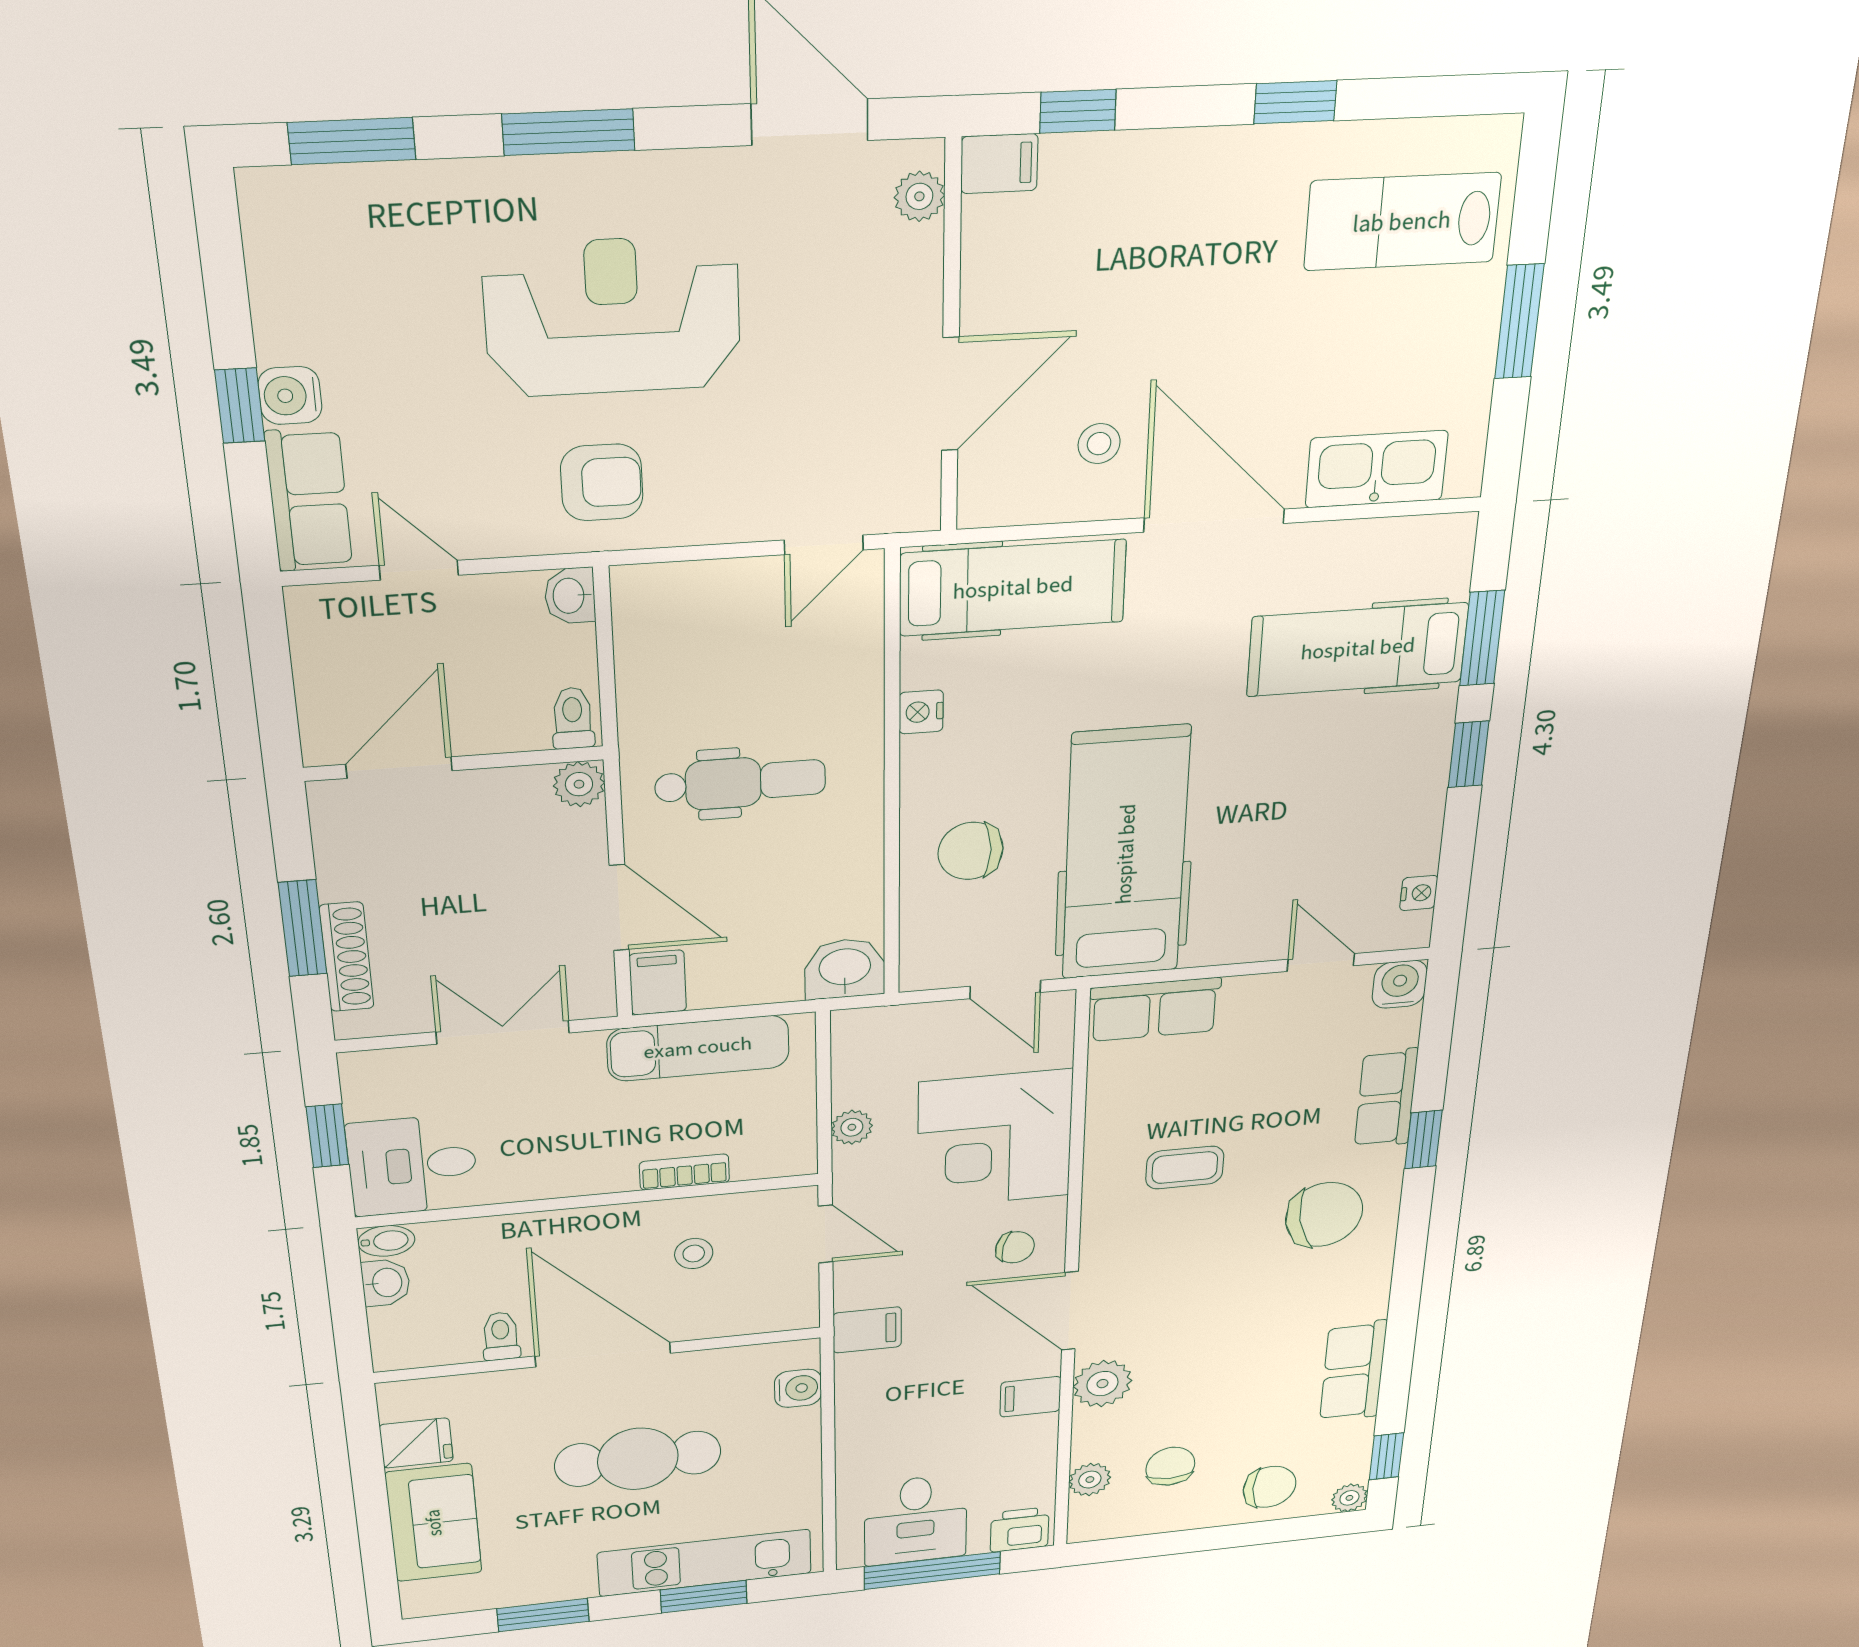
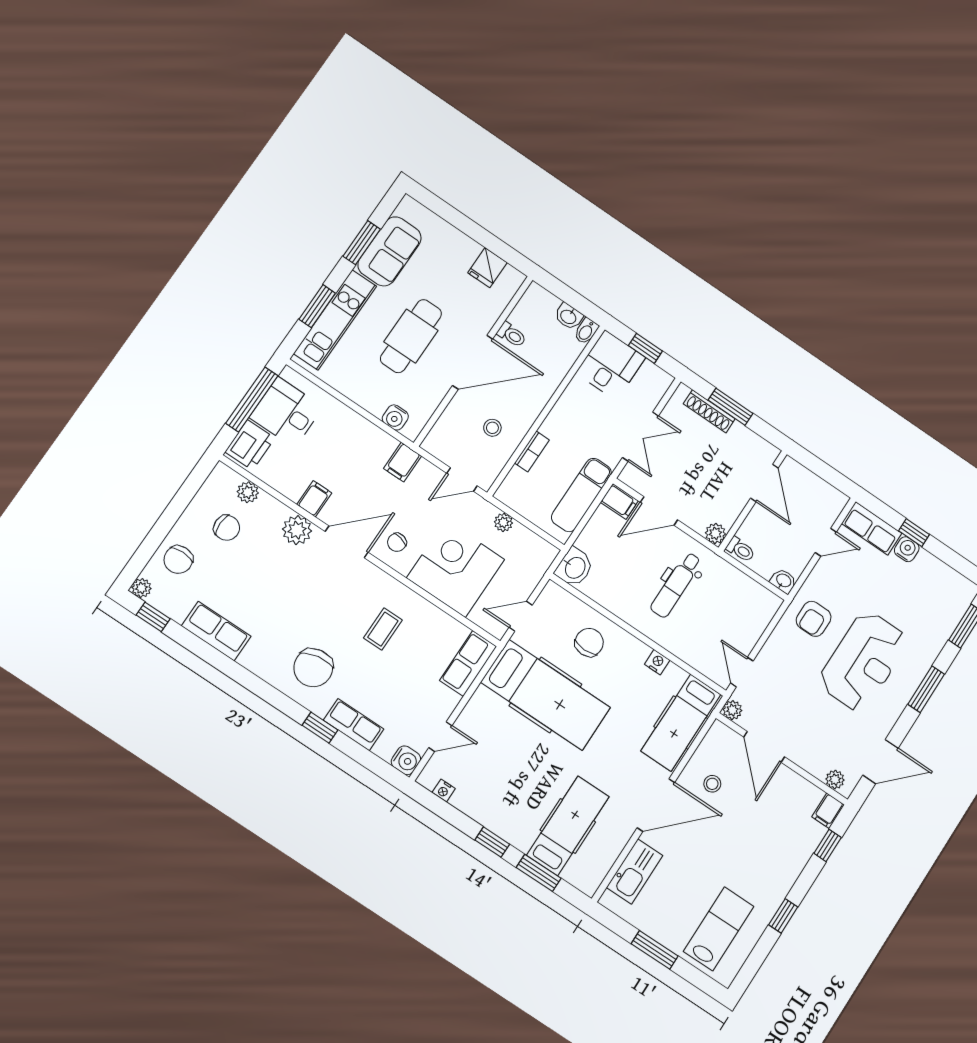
plant: (917, 509) -> (732, 710), added
sofa: (434, 1523) -> (390, 251), moved, turned -90
printer: (1020, 1530) -> (250, 445), width x1.36, depth x1.24

